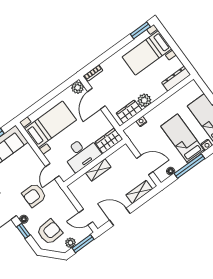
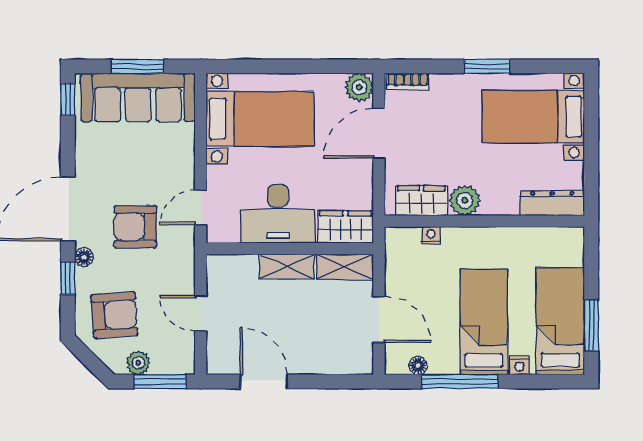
window: (140, 30) -> (487, 66), moved
shelving: (139, 192) -> (345, 267), moved
door: (86, 217) -> (201, 313), moved

